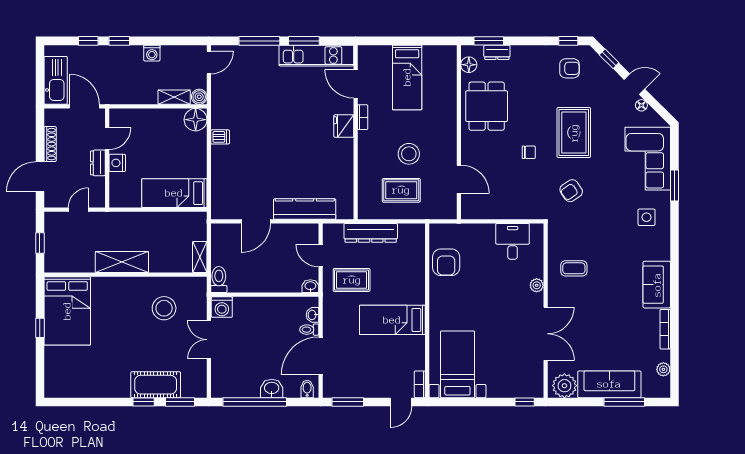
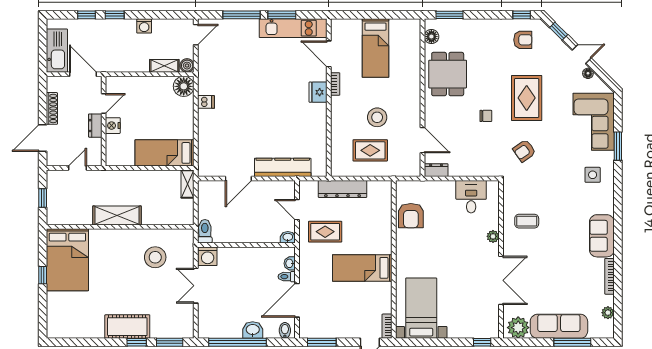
dresser: (497, 52) -> (436, 170), moved, turned 180
shelving: (200, 257) -> (188, 184), moved
cot: (156, 385) -> (127, 327), moved

